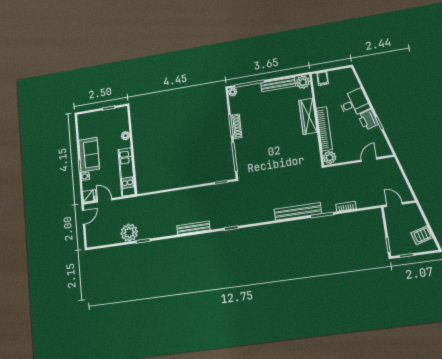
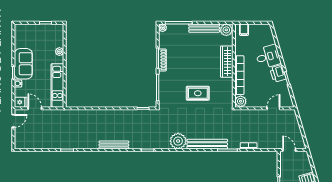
rug: (280, 156) -> (198, 93), added
plant: (129, 233) -> (178, 141), moved

